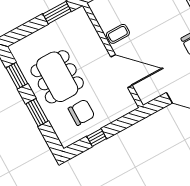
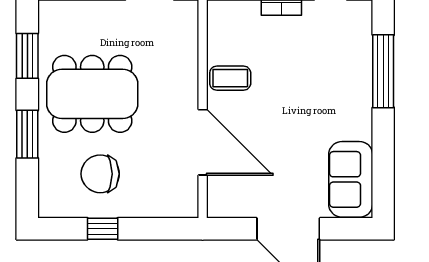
dining table: (57, 77) -> (92, 94), turned 90
chair: (81, 112) -> (100, 174), turned 180

